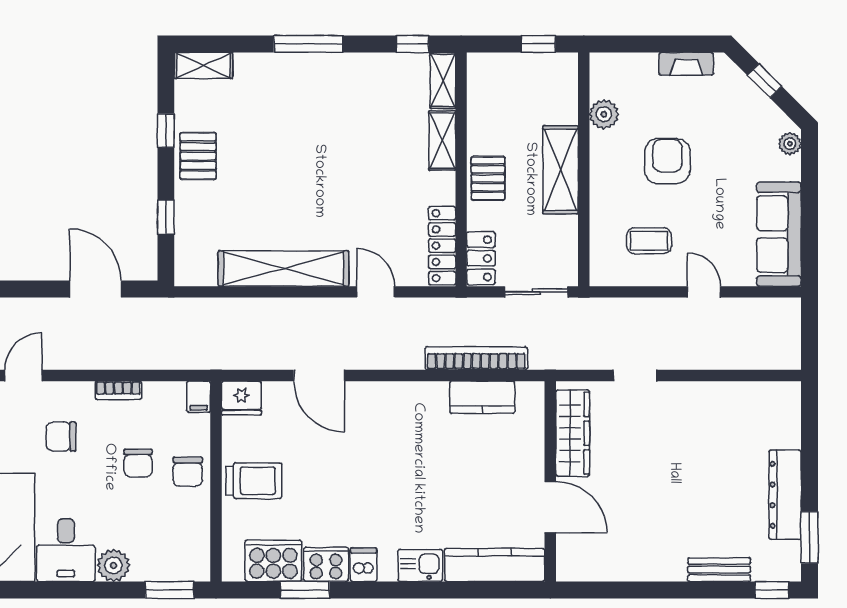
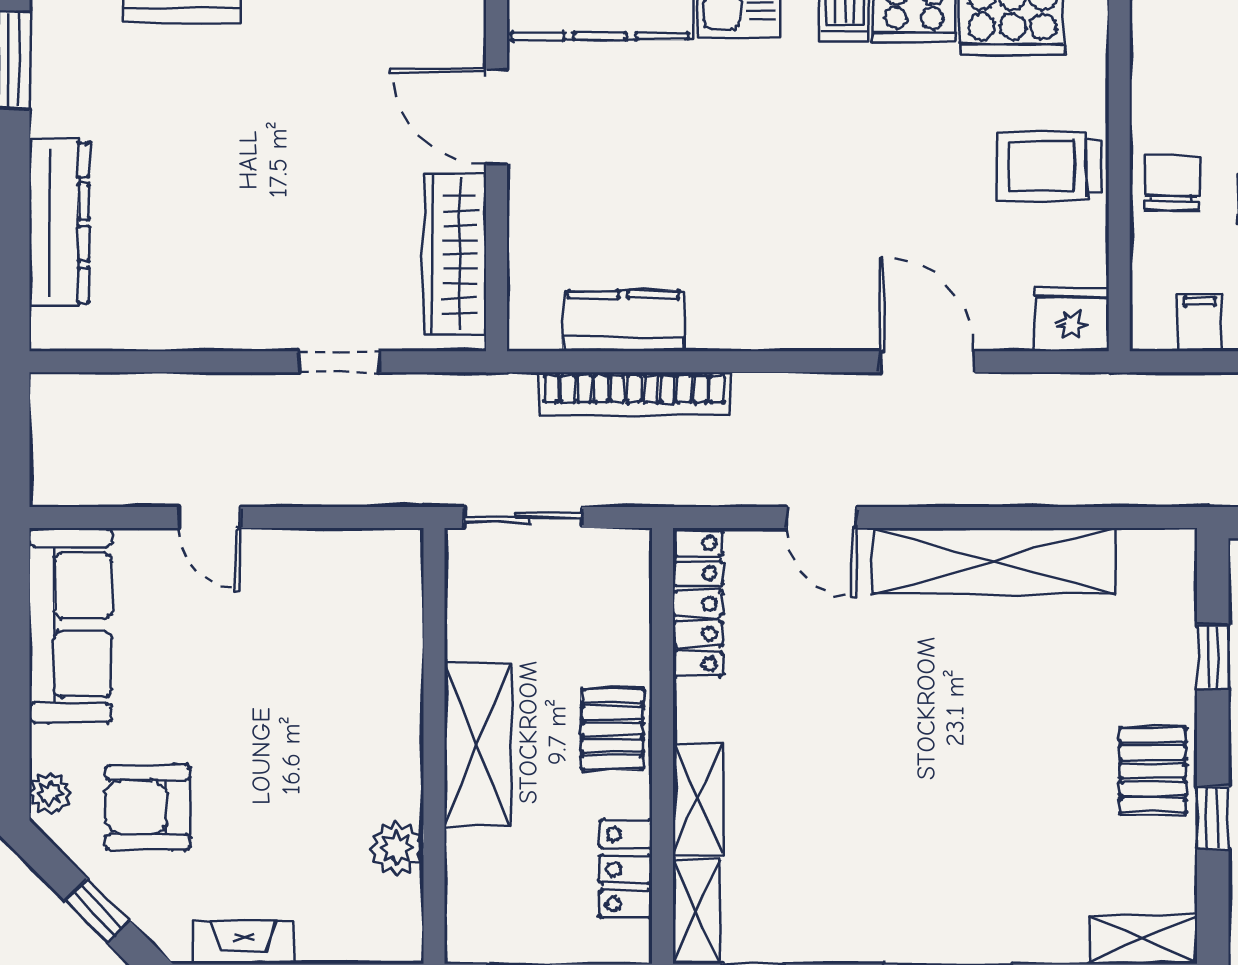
armchair: (667, 161) -> (148, 807), moved, turned 90
coffee table: (649, 241) -> (313, 613), removed
locker: (481, 258) -> (626, 869), moved
filing cabinet: (199, 397) -> (1200, 322), moved
dresser: (785, 495) -> (59, 223), moved

